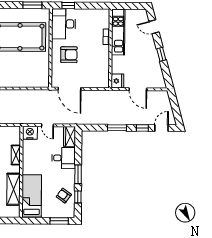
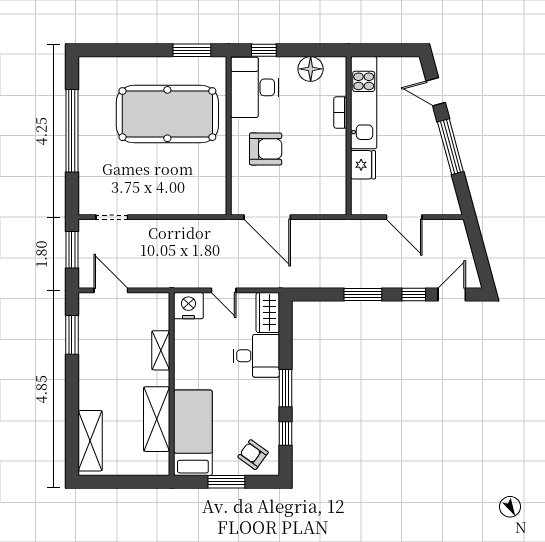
floor lamp: (92, 15) -> (311, 69), added
window: (161, 54) -> (450, 147), width x2.17
fridge: (117, 81) -> (363, 165), moved
armchair: (64, 196) -> (253, 455), moved
window: (59, 221) -> (226, 482), moved

